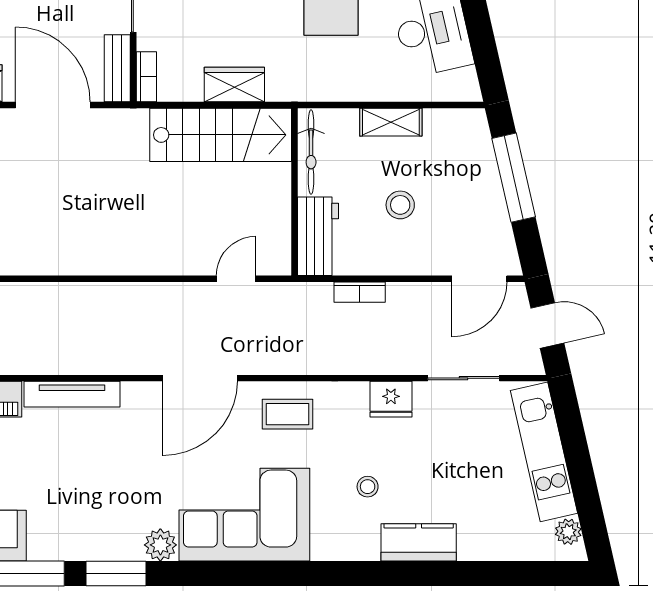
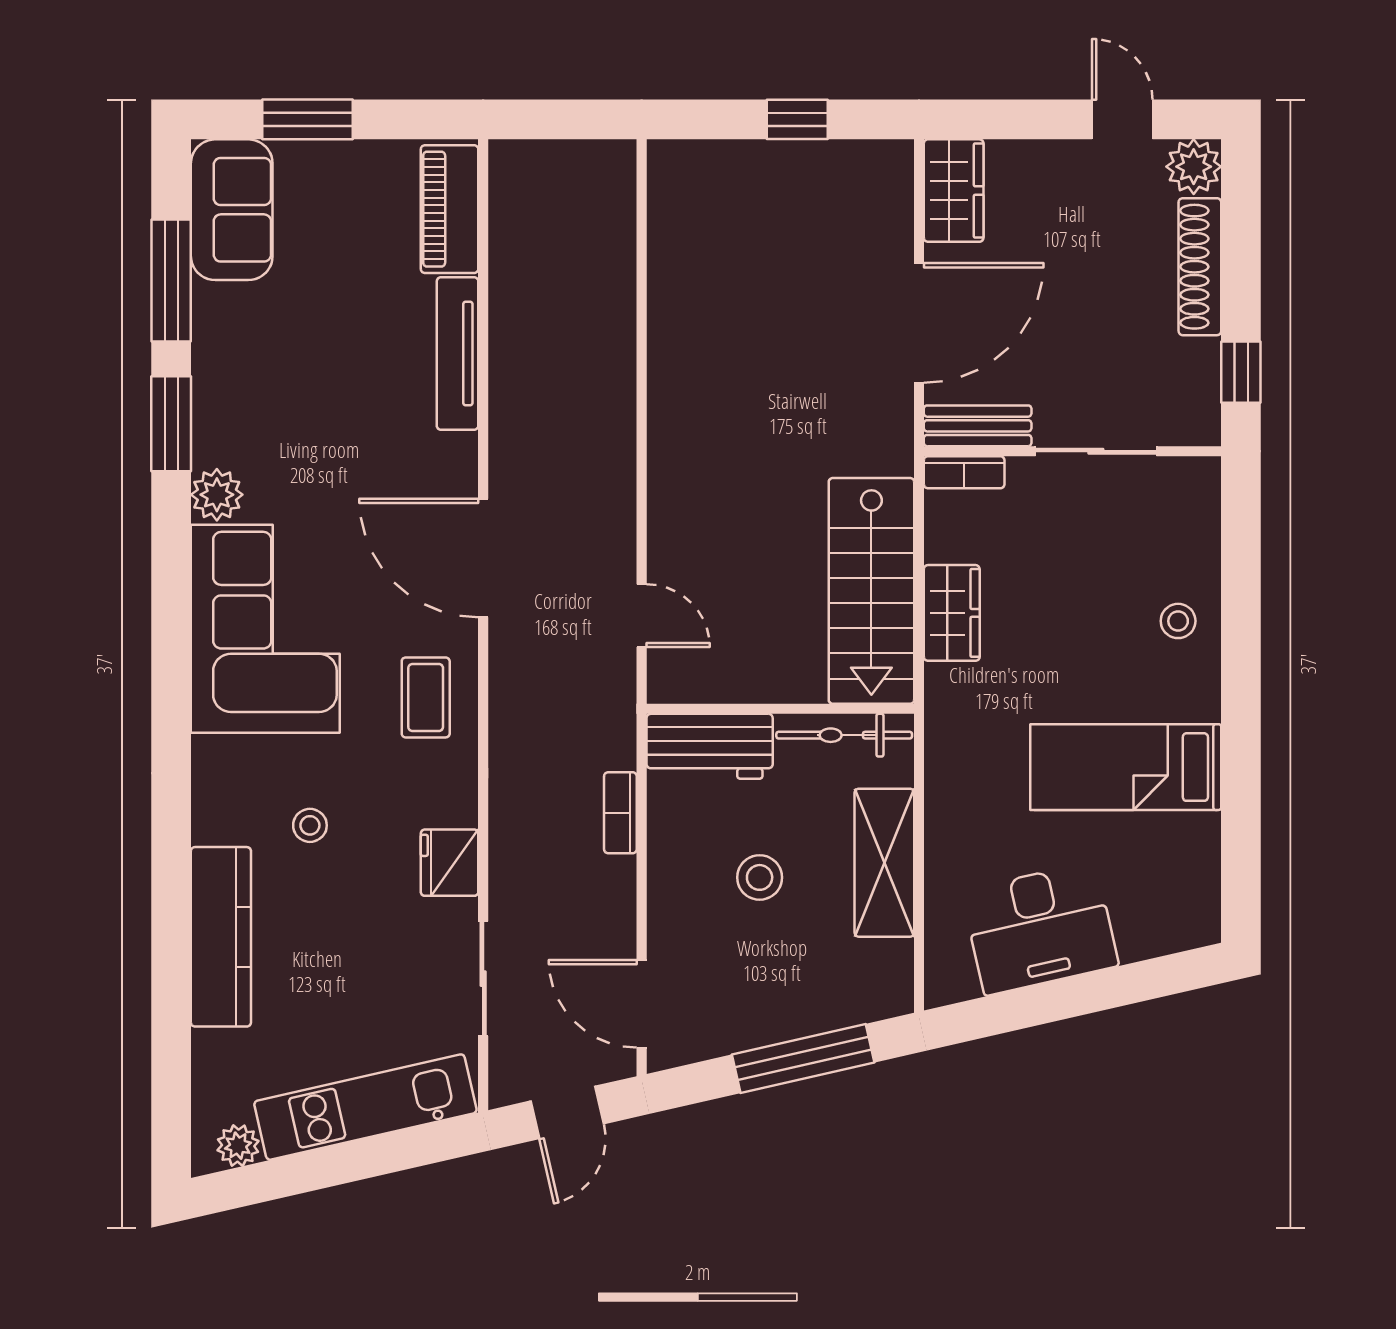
shelving: (391, 122) -> (884, 863), width x1.50, depth x1.33
kitchen counter: (419, 542) -> (221, 937), width x1.50

